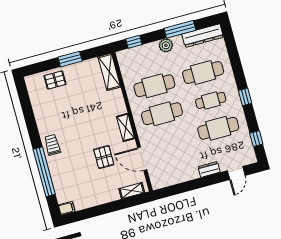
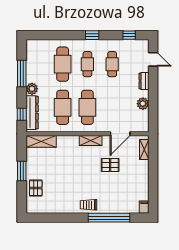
dresser: (203, 36) -> (32, 113), moved
cafe table: (218, 128) -> (112, 64), width x0.73, depth x0.74
plant: (183, 175) -> (143, 104), added

